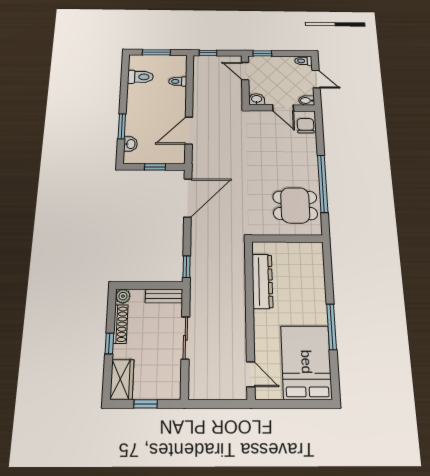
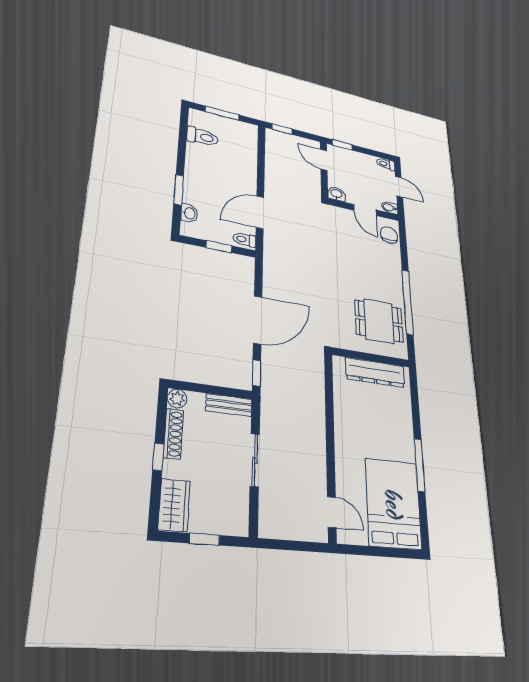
toilet: (178, 81) -> (244, 240), moved
door: (188, 198) -> (258, 320), moved
dresser: (262, 281) -> (375, 373), moved, turned 90

